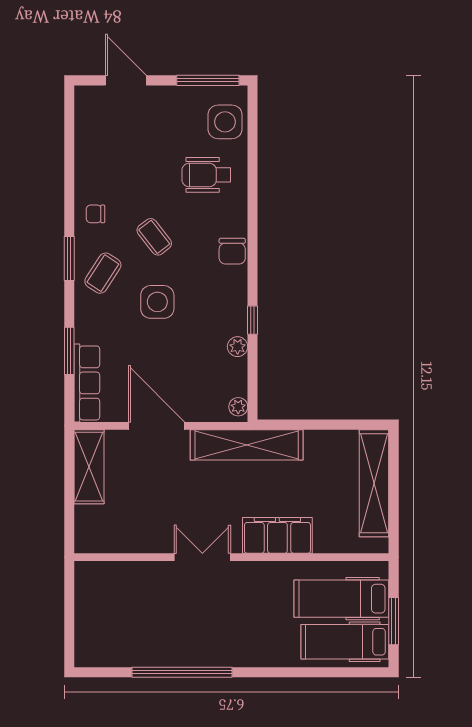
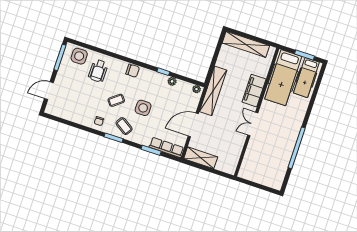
hospital bed: (341, 599) -> (283, 78), width x1.37, depth x1.29

